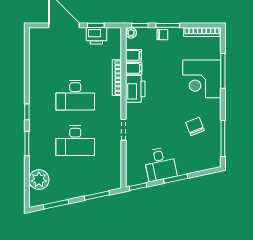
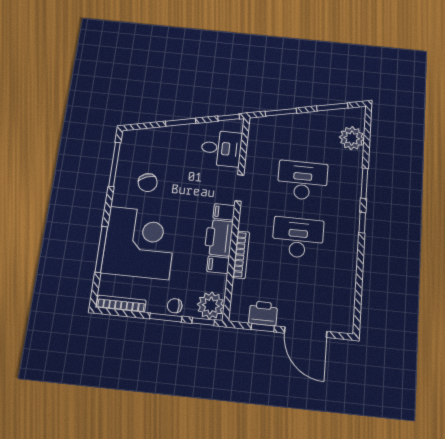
plant: (131, 33) -> (211, 305), width x1.87, depth x1.87
filing cabinet: (133, 55) -> (224, 212), moved
corner desk: (202, 79) -> (139, 243), width x1.36, depth x1.36
desk: (160, 164) -> (221, 148), moved, turned 102

